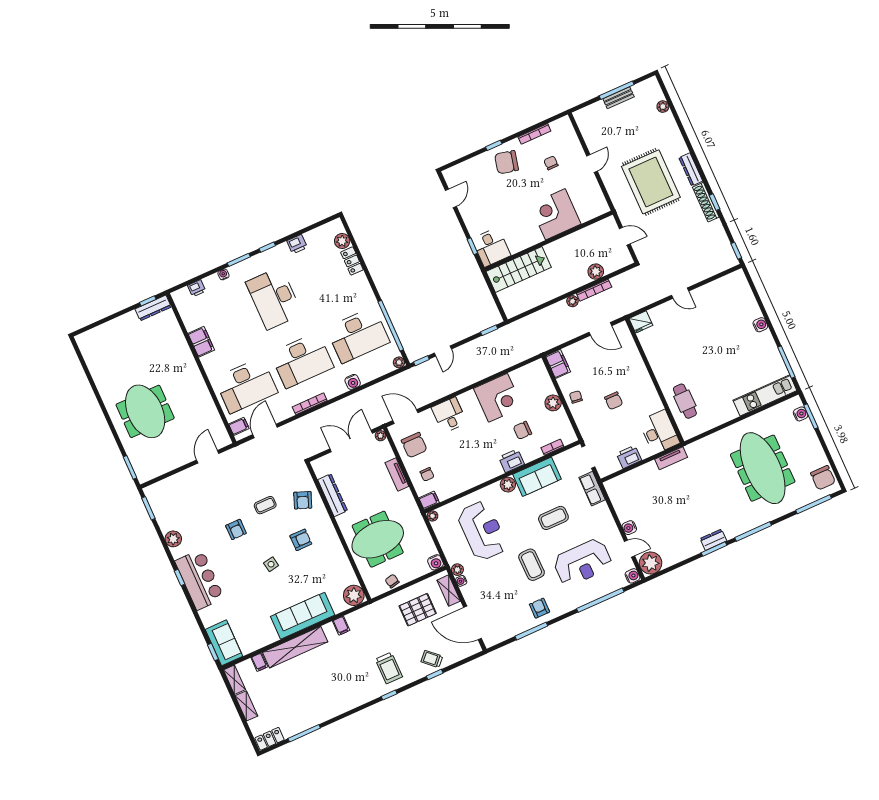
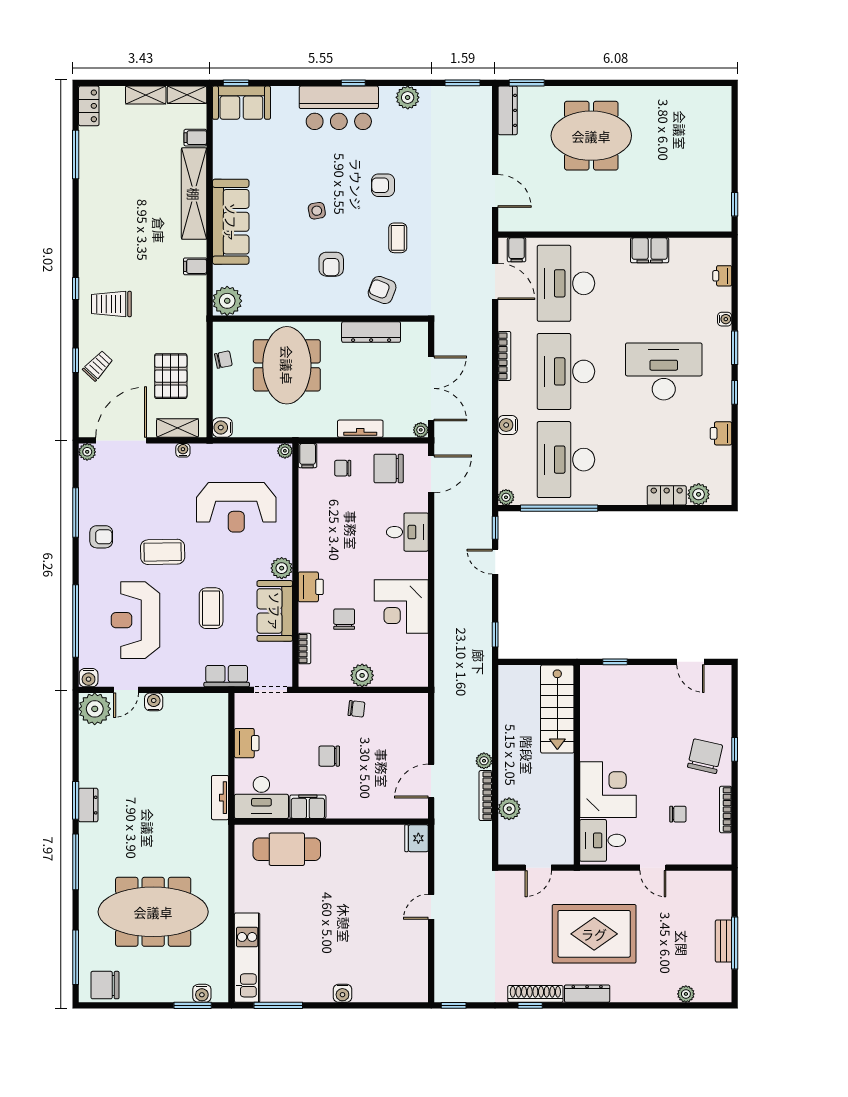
desk: (491, 247) -> (603, 840), moved
dresser: (153, 308) -> (508, 110), moved, turned 180
filing cabinet: (558, 364) -> (308, 807), moved, turned 180
cafe table: (685, 401) -> (287, 849), width x1.37, depth x1.35
plant: (457, 570) -> (87, 452), moved

